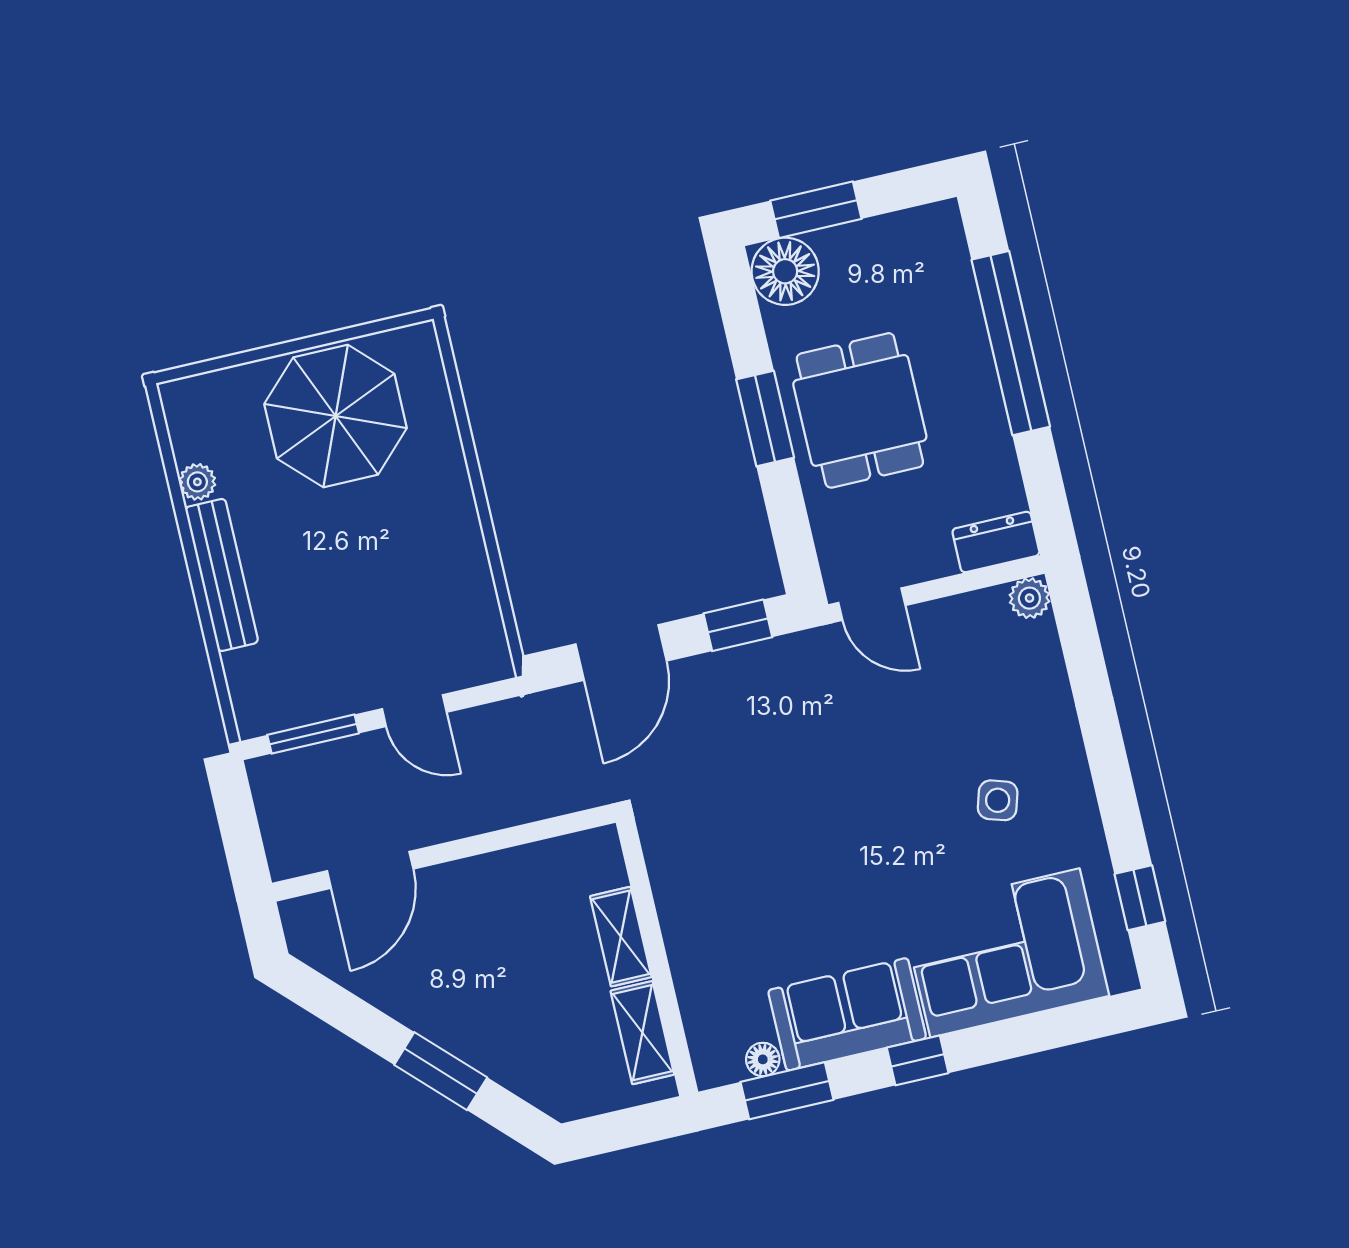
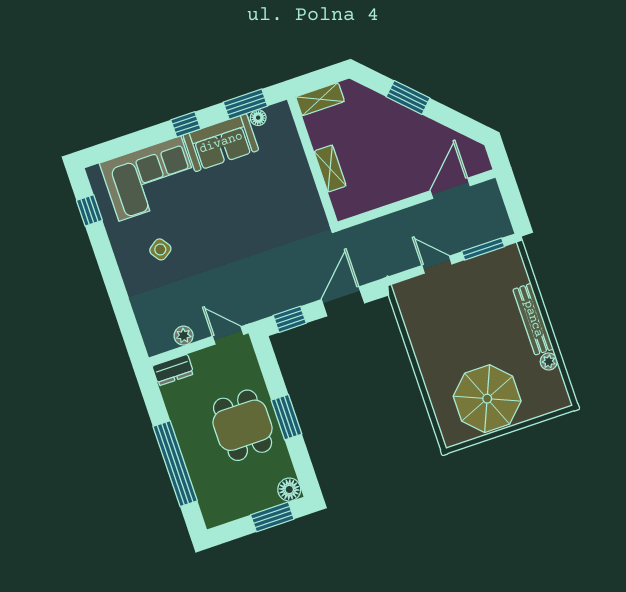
floor lamp: (785, 271) -> (289, 490), width x0.73, depth x0.73
plant: (1029, 598) -> (184, 336), moved
side table: (998, 800) -> (160, 249), turned 38
shelving: (642, 1033) -> (320, 99), moved, turned 90

